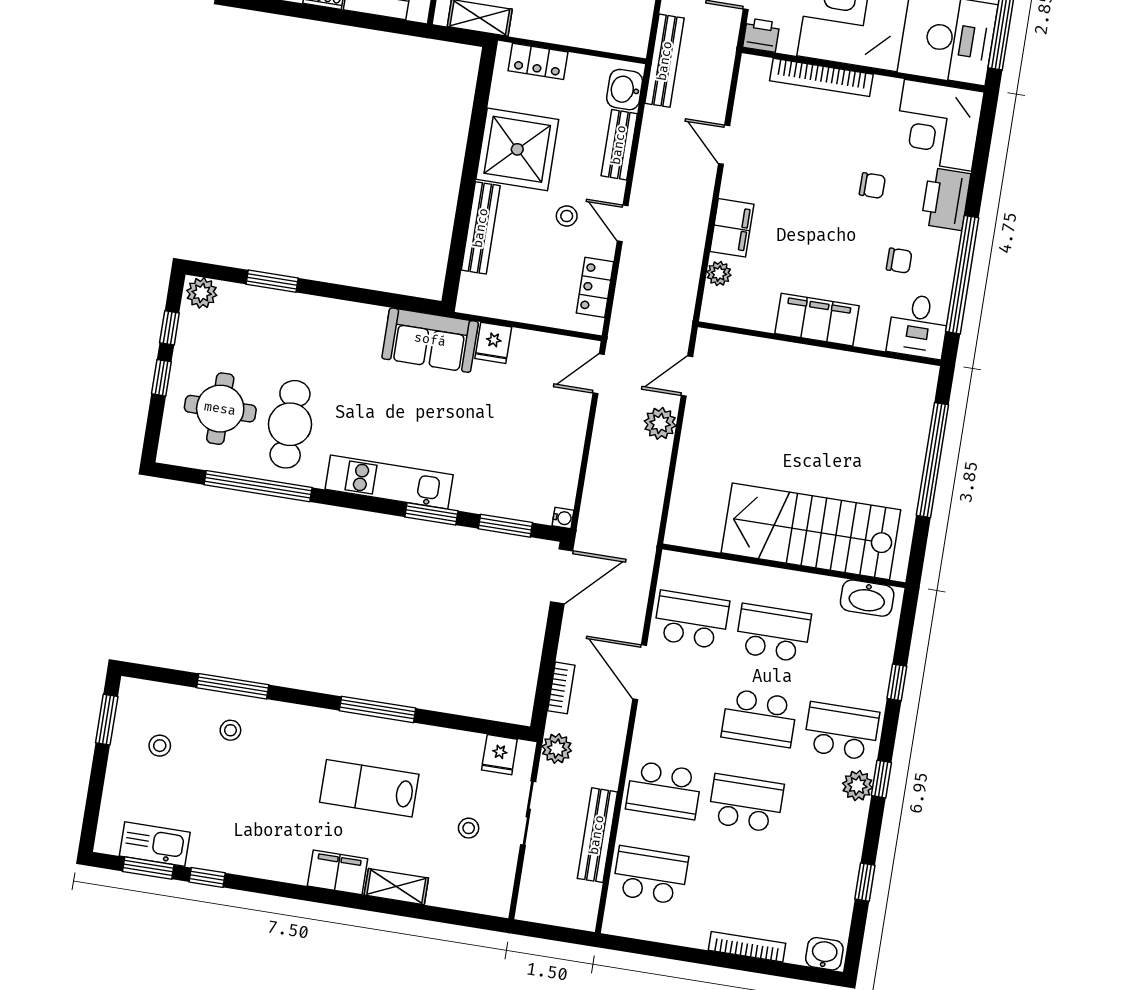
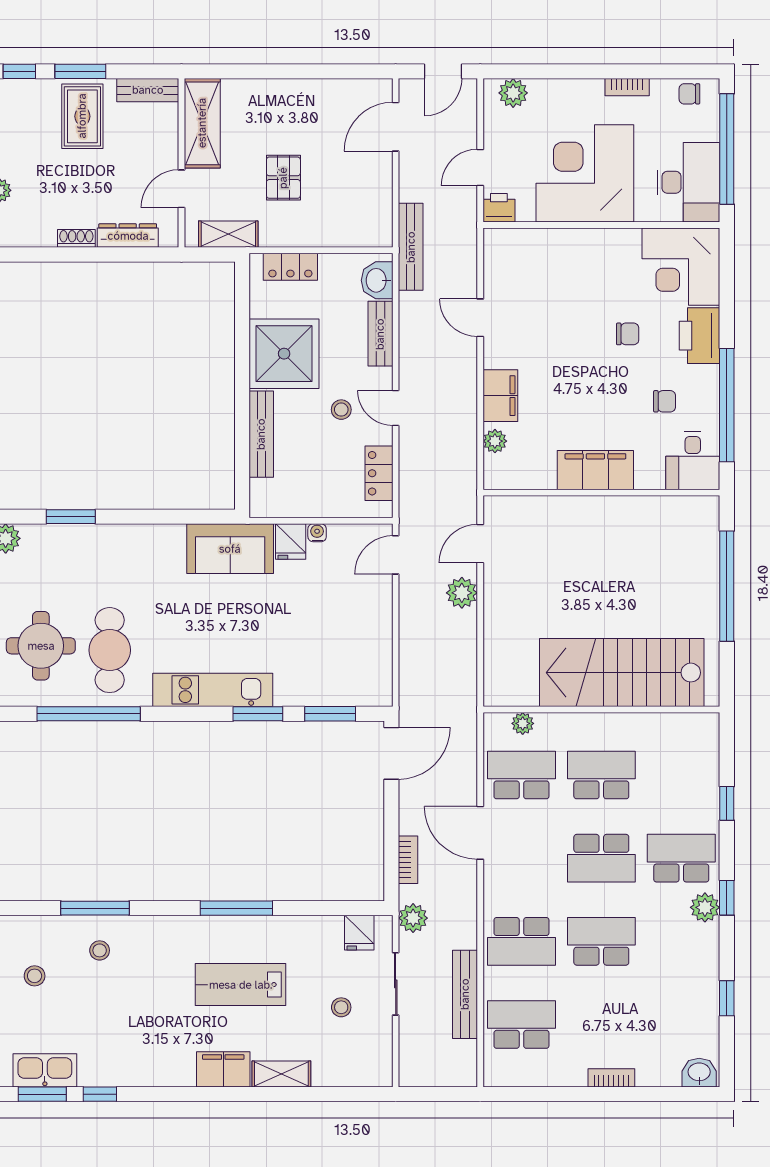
bookcase: (821, 77) -> (563, 239), removed
water cooler: (563, 518) -> (317, 533), moved, turned -90
plant: (701, 567) -> (523, 723), added
washbasin: (867, 598) -> (686, 728), removed
bookcase: (747, 947) -> (611, 1078), width x0.64

